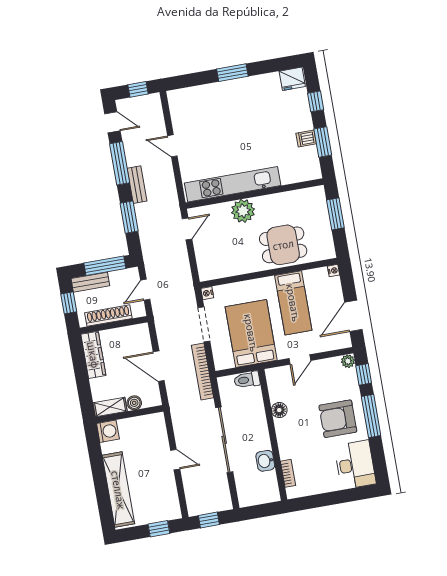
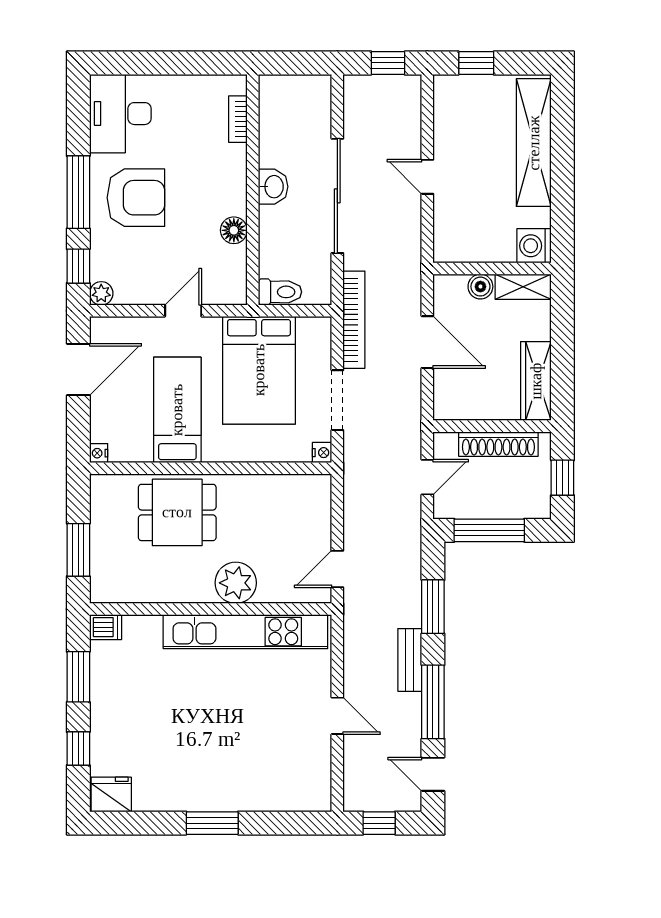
dishwasher: (306, 138) -> (106, 627), moved
bench: (90, 282) -> (519, 507), removed
washbasin: (265, 461) -> (273, 187), moved

